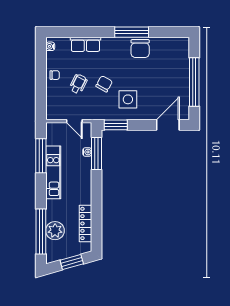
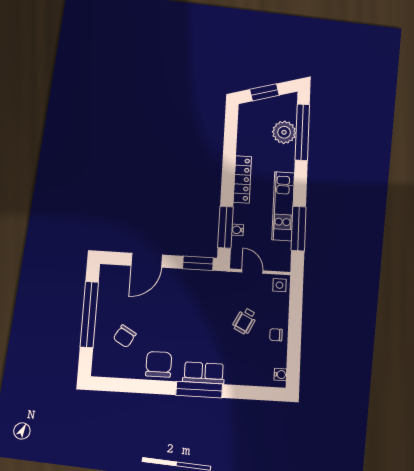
window: (132, 32) -> (199, 390), moved
row of seats: (85, 44) -> (204, 373), moved
chair: (104, 84) -> (125, 336), moved
side table: (128, 99) -> (279, 285), moved, width x0.54, depth x0.54
door: (168, 125) -> (147, 260), moved
locker: (85, 223) -> (242, 179), moved

